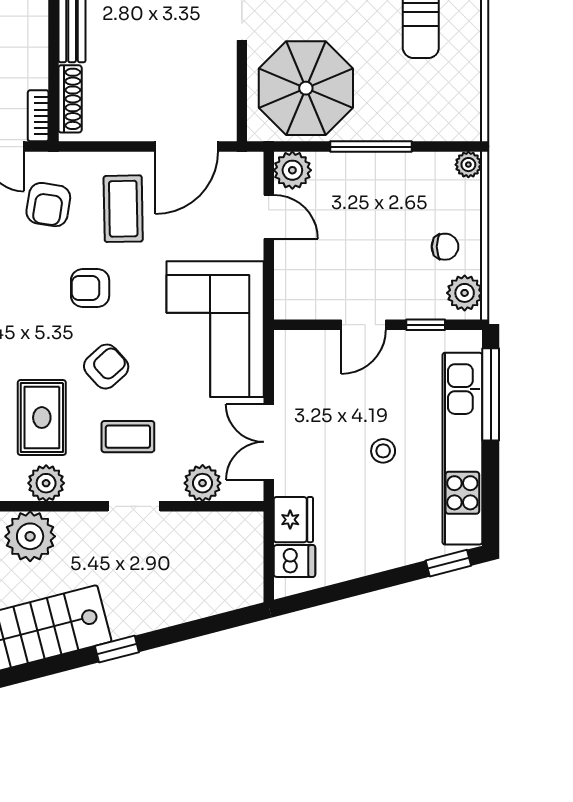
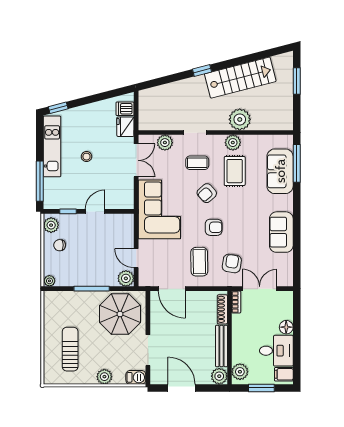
door: (187, 147) -> (172, 289), swing flipped
kitchen unit: (462, 449) -> (52, 146), width x0.73

